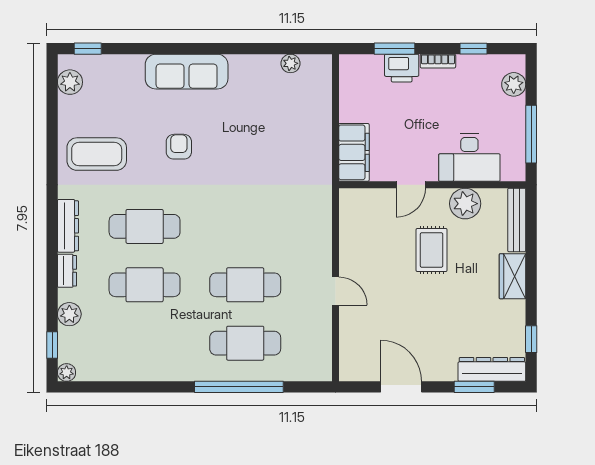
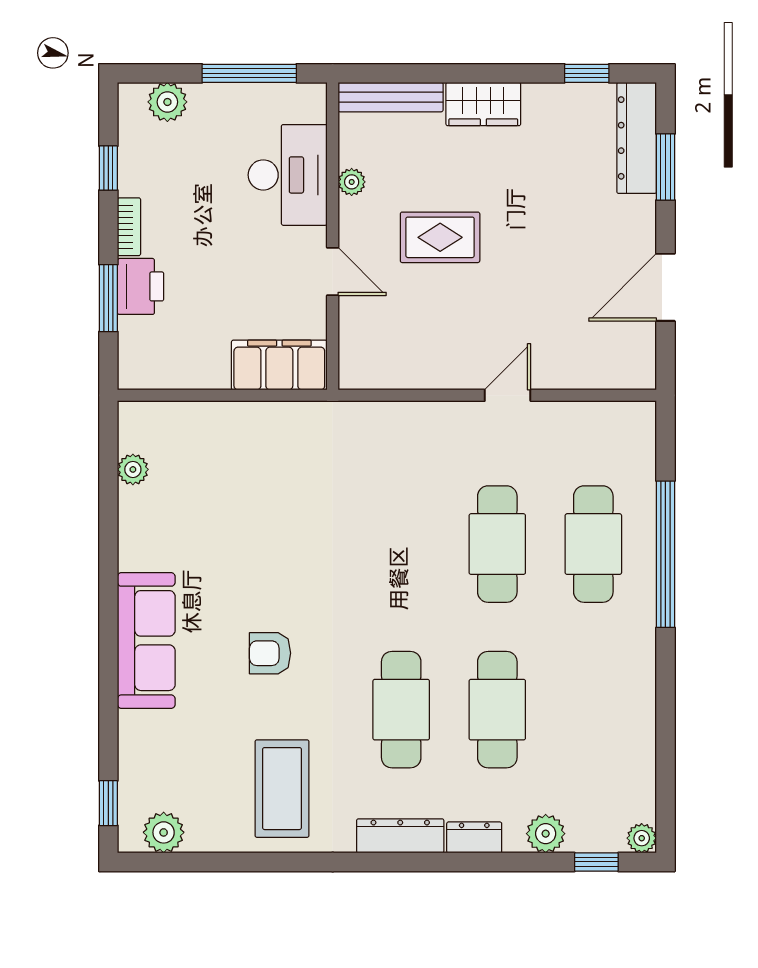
plant: (465, 204) -> (352, 182), width x0.53, depth x0.53

